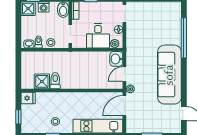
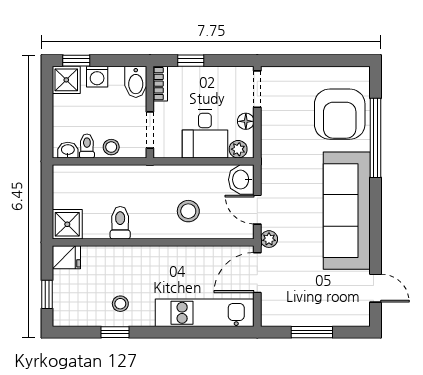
armchair: (166, 26) -> (340, 114), added
door: (124, 74) -> (257, 210), hinge flipped
stool: (90, 75) -> (188, 211), added
shower: (42, 81) -> (67, 224), moved

